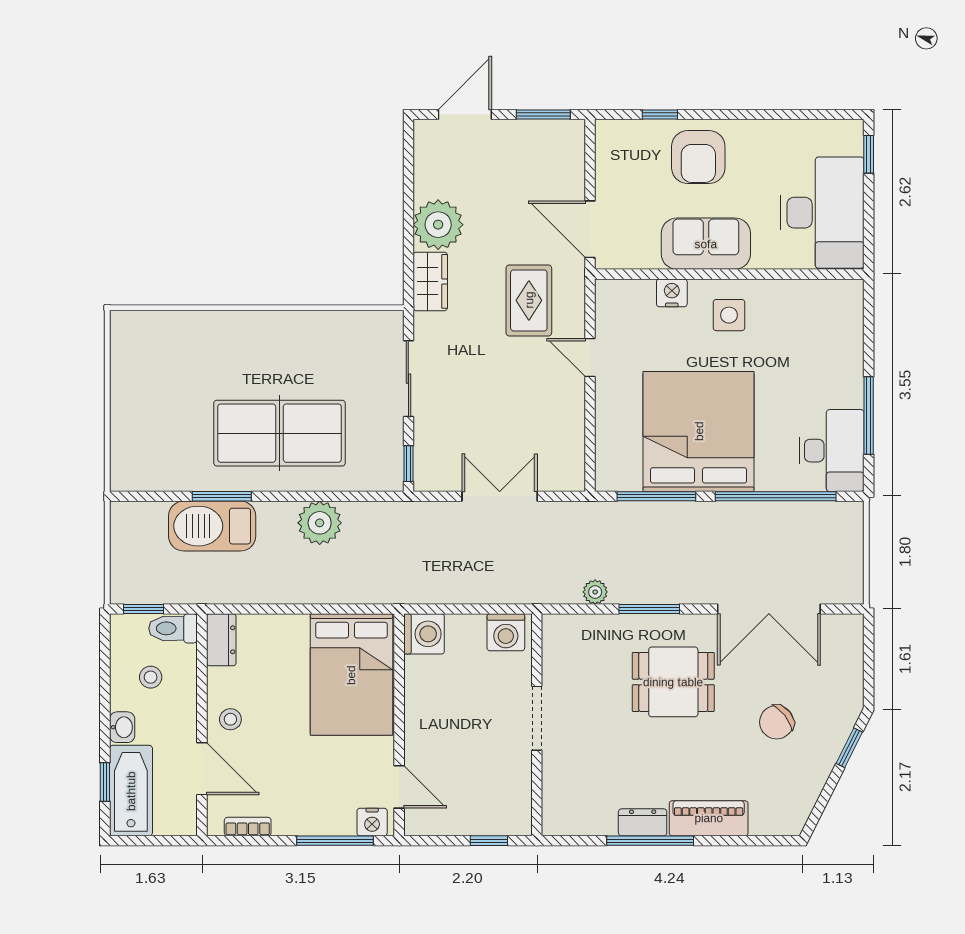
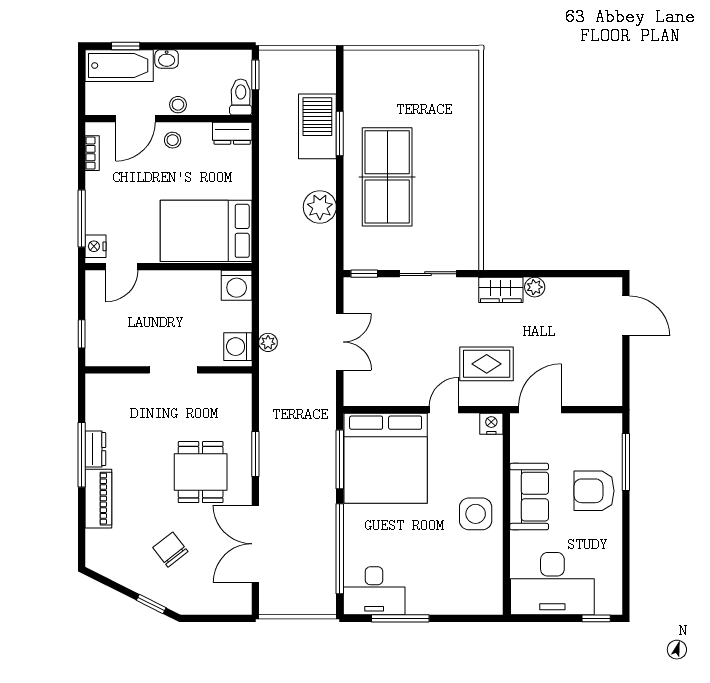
window: (543, 114) -> (626, 375), removed
window: (660, 114) -> (626, 462), width x2.17
plant: (438, 225) -> (535, 287), width x0.53, depth x0.53
nightstand: (672, 293) -> (491, 424), moved, turned -90
side table: (729, 315) -> (476, 514), width x1.37, depth x1.37
bed: (699, 431) -> (386, 458), moved, turned 90
plant: (595, 592) -> (268, 342), moved
stool: (151, 677) -> (178, 105), moved

